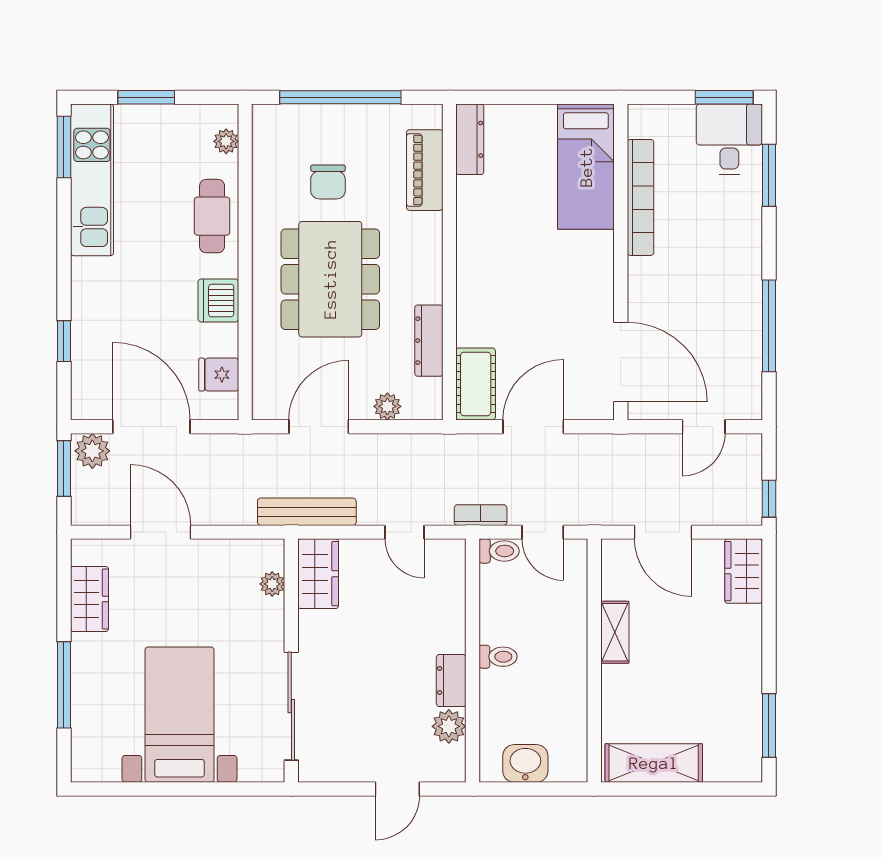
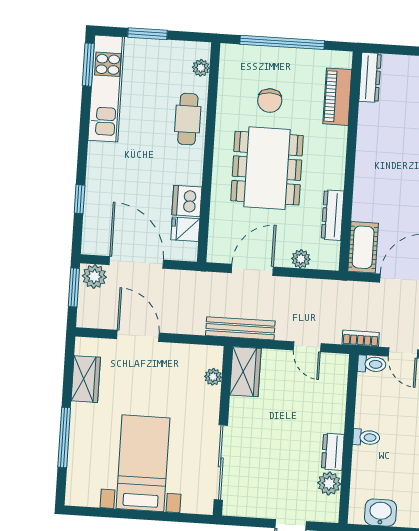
dishwasher: (218, 301) -> (187, 201), moved

